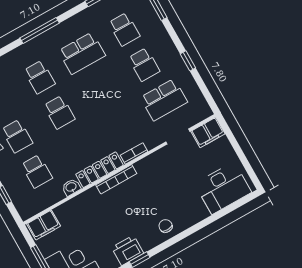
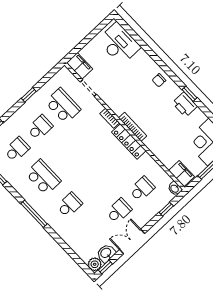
school desk: (59, 112) -> (93, 183), removed
washbasin: (71, 187) -> (175, 188), moved

